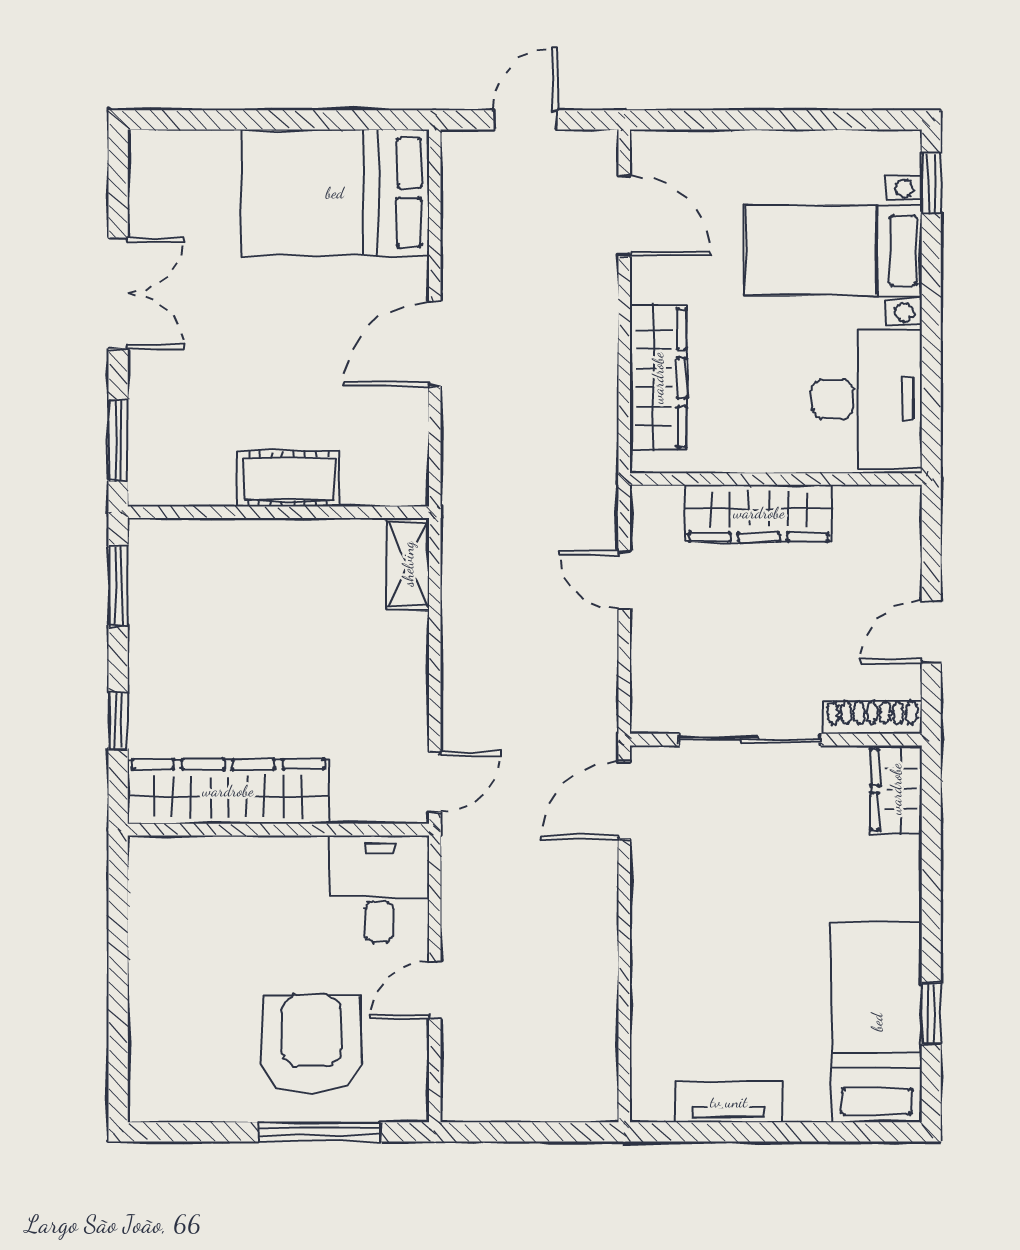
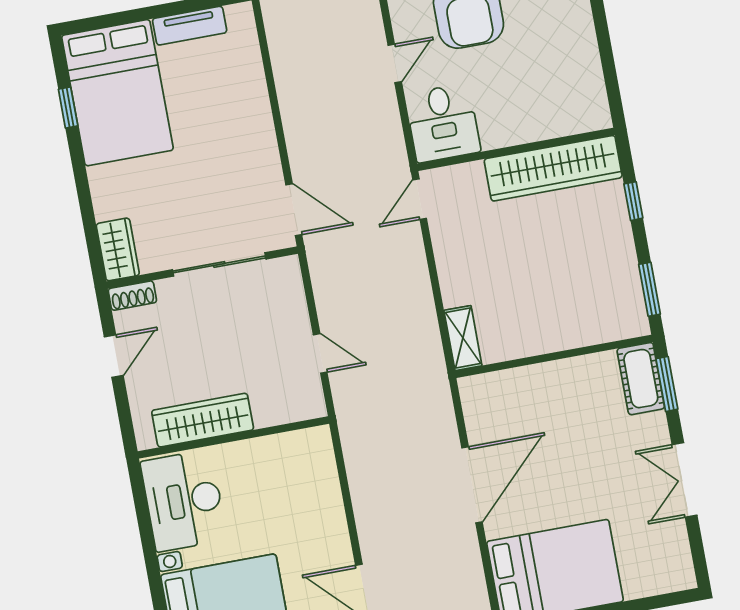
door: (435, 344) -> (472, 485), width x1.36
wardrobe: (658, 378) -> (322, 489), removed
cot: (288, 479) -> (641, 379), moved, turned 90
wardrobe: (759, 513) -> (203, 420), moved
shoe rack: (872, 717) -> (132, 296), width x0.70
door: (624, 800) -> (294, 210), hinge flipped
bed: (877, 1022) -> (117, 93), width x1.50

